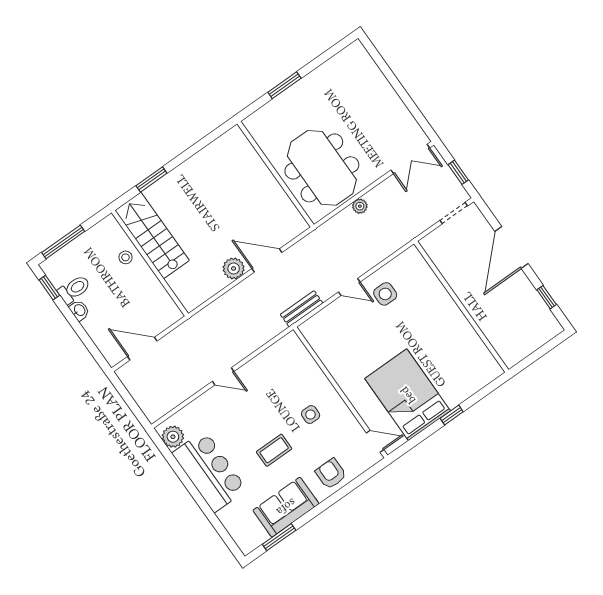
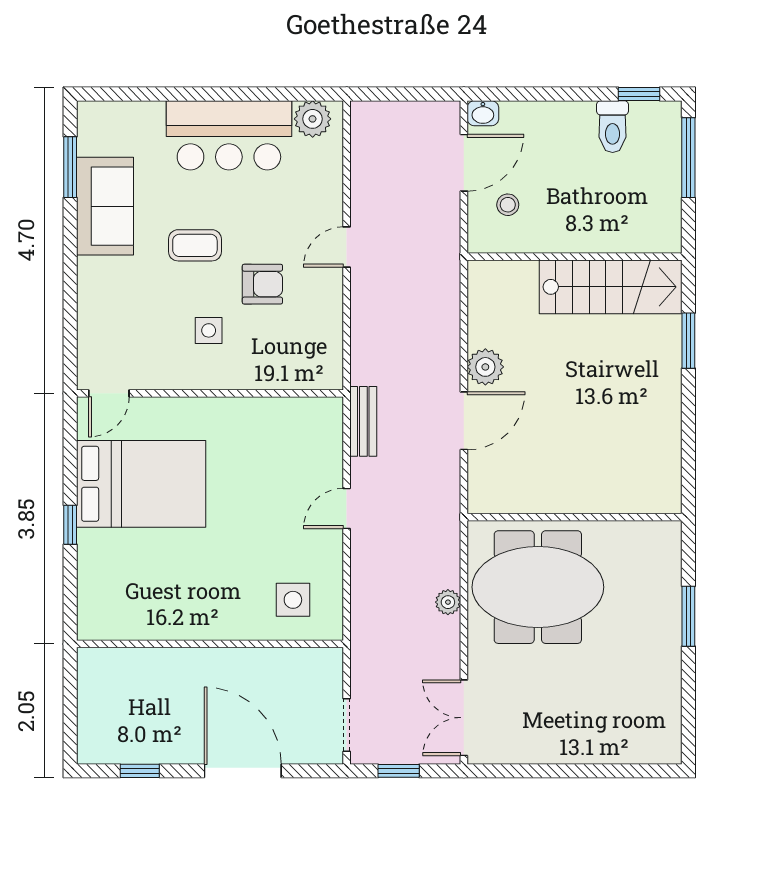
stool: (126, 257) -> (508, 205), moved
side table: (385, 294) -> (293, 600), moved
washbasin: (79, 310) -> (483, 113), moved
coffee table: (274, 450) -> (195, 245), turned 90
armchair: (331, 474) -> (262, 284), moved

